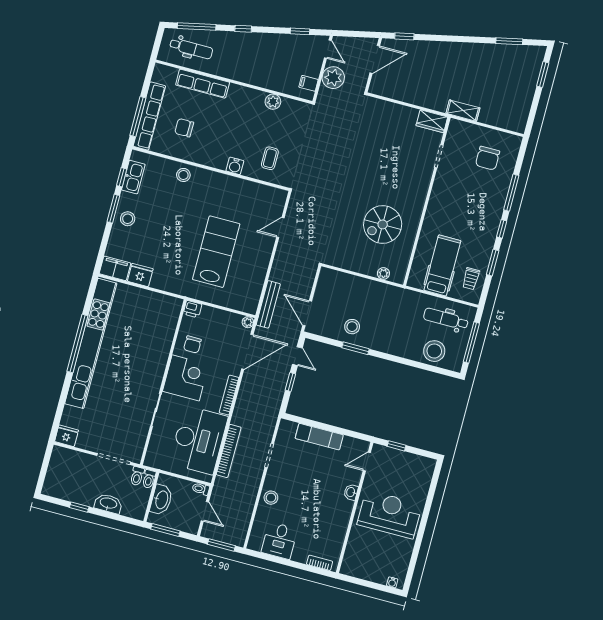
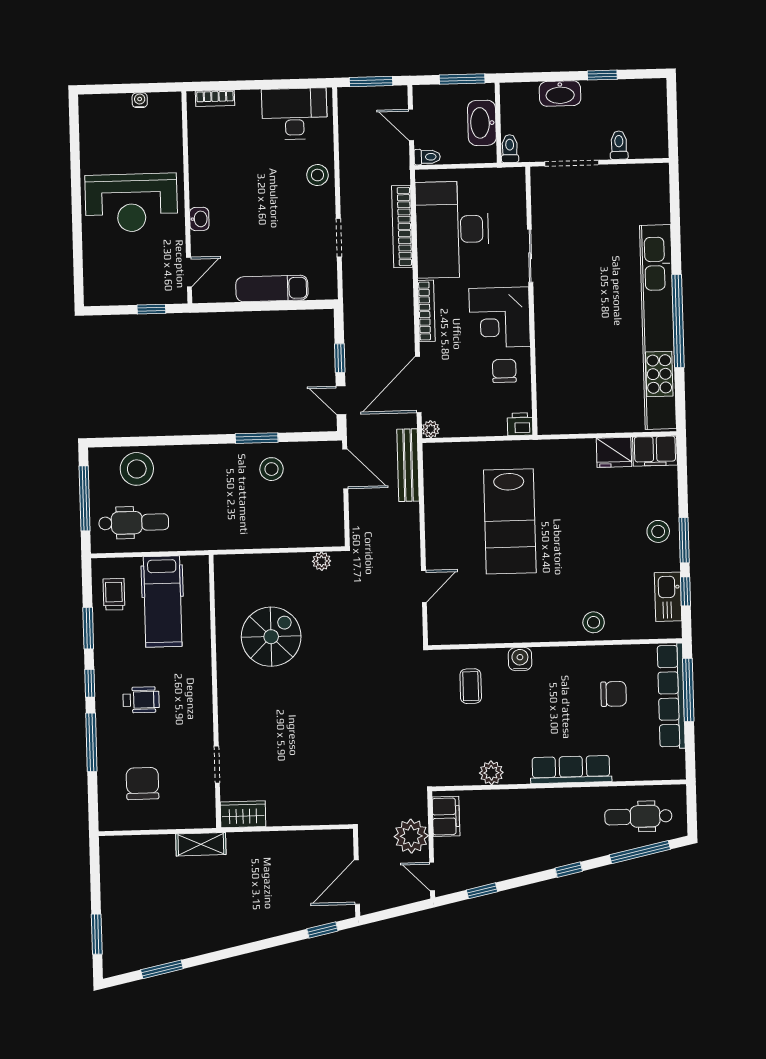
filing cabinet: (308, 83) -> (446, 816), width x2.00
row of seats: (203, 84) -> (571, 770), moved
wheelchair: (473, 209) -> (141, 700), added
plant: (383, 273) -> (322, 561), moved
fridge: (67, 436) -> (653, 177), removed
toilet: (137, 476) -> (619, 145), moved
desk: (279, 541) -> (294, 114), width x1.37
water cooler: (392, 582) -> (140, 100), moved

